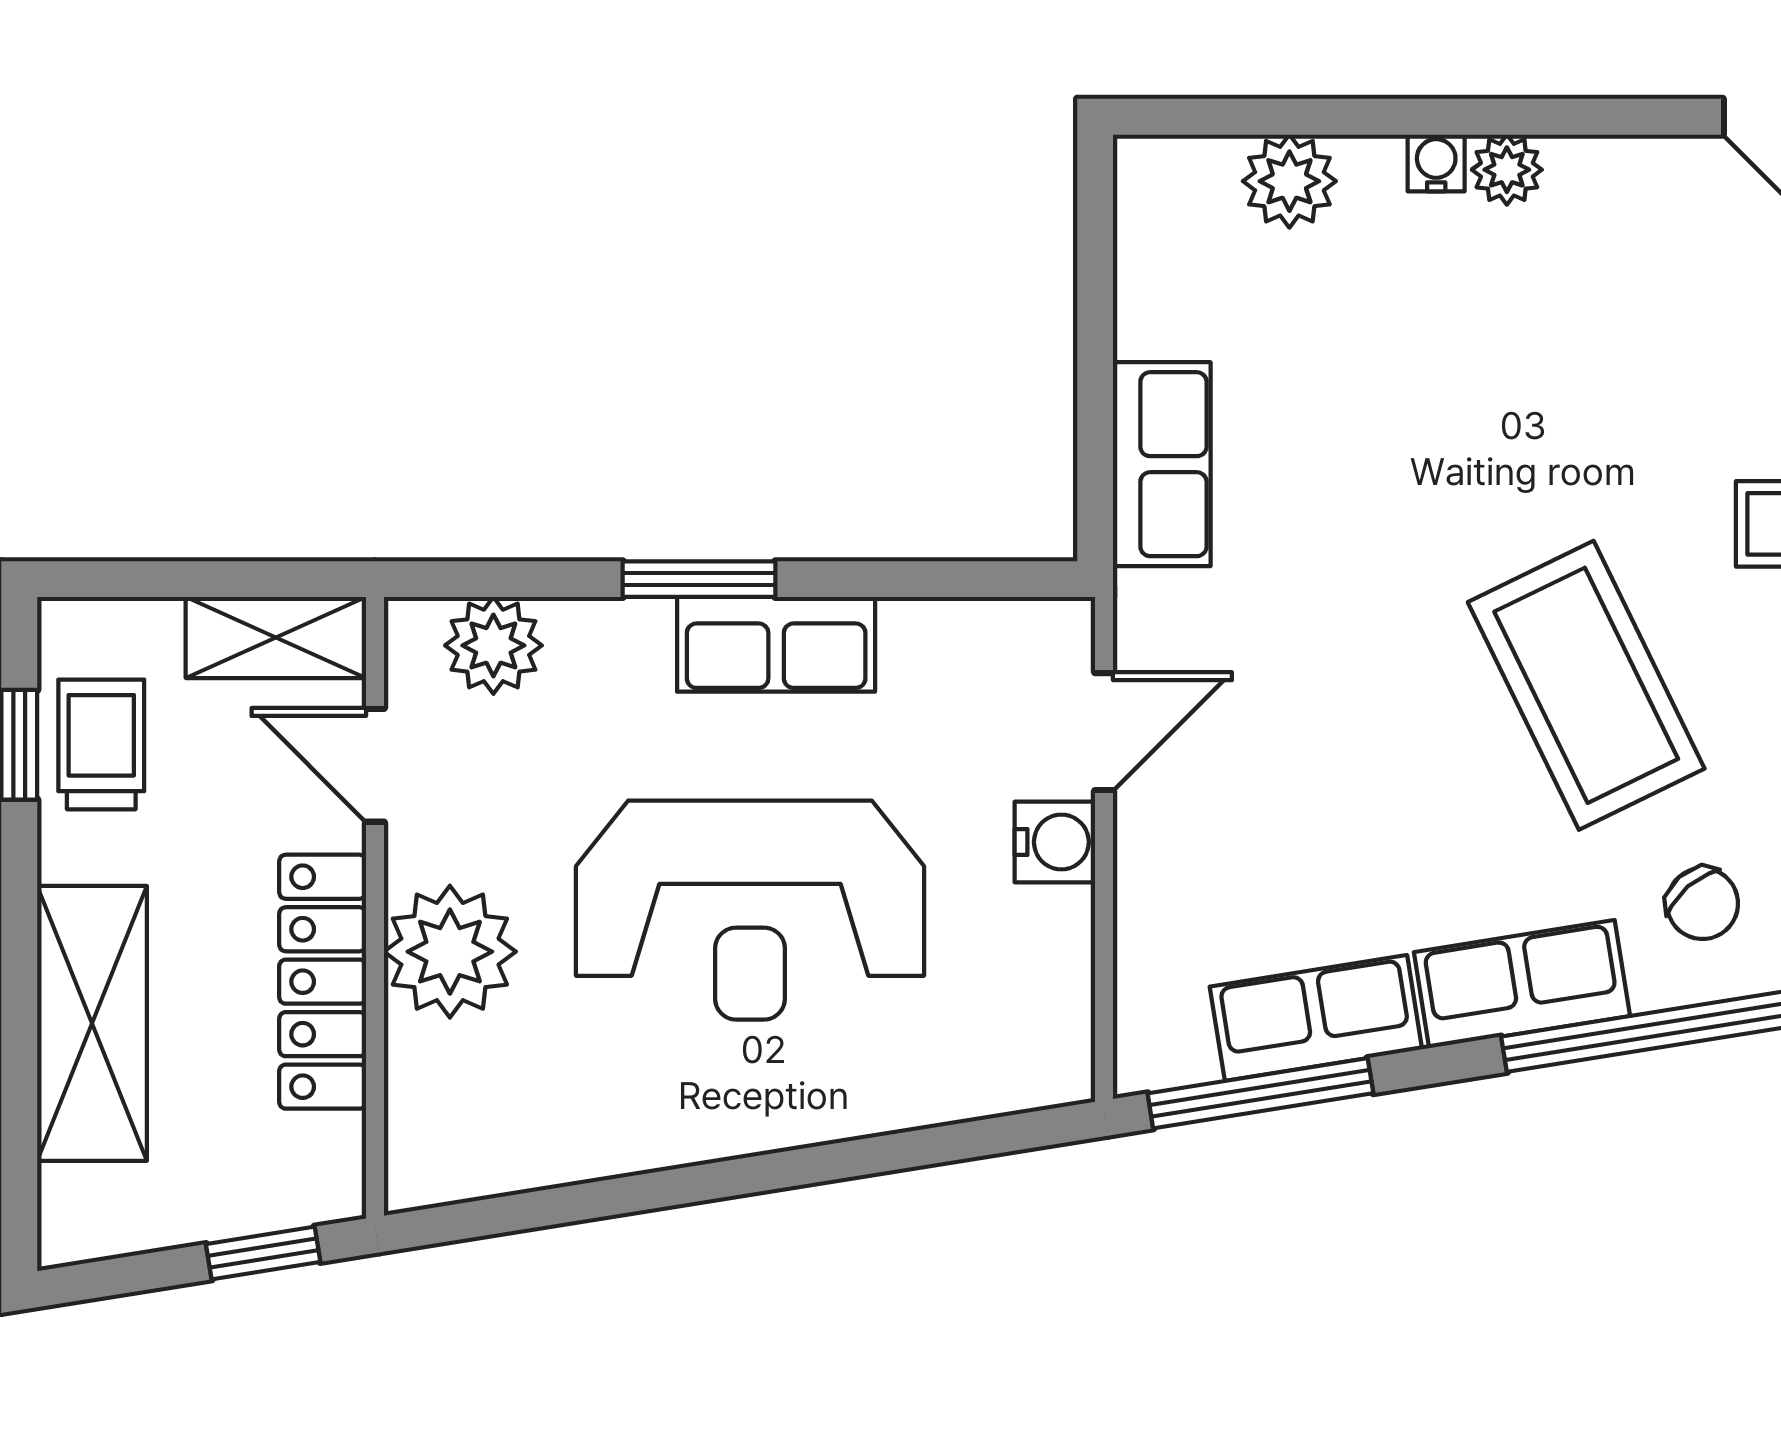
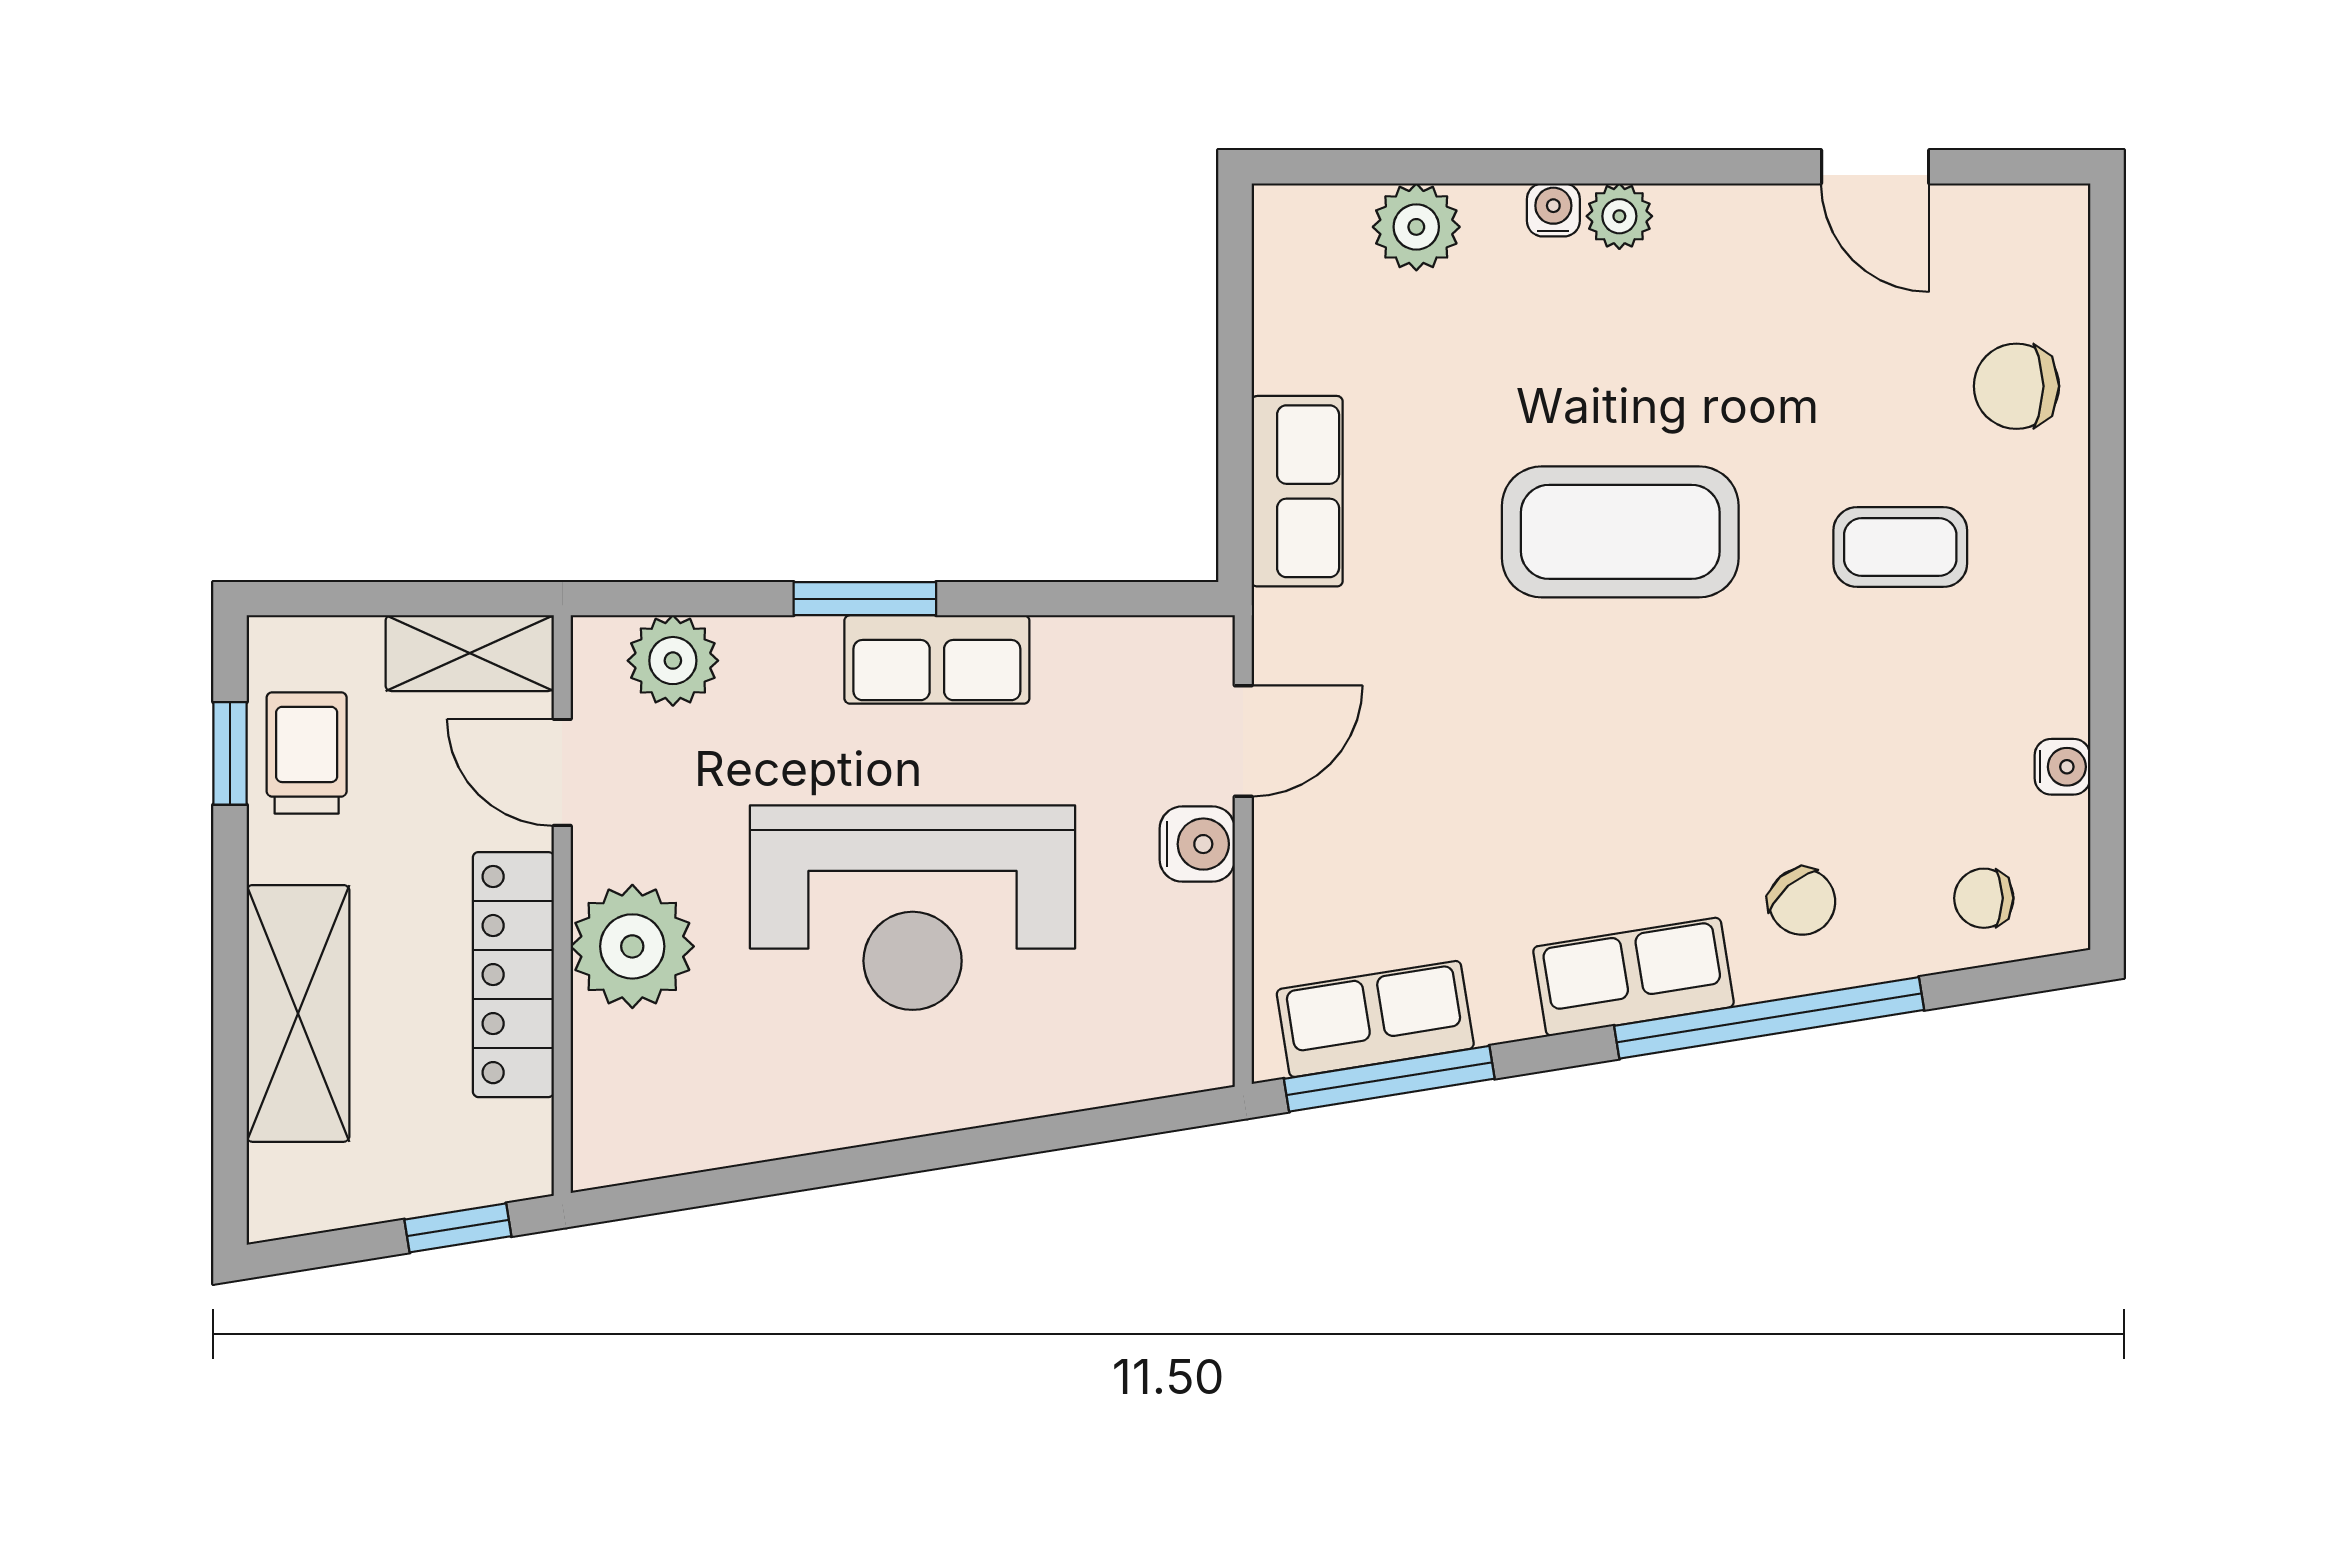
coffee table: (1586, 685) -> (1620, 532), moved, turned -64
row of seats: (1316, 1018) -> (1375, 1019), moved

